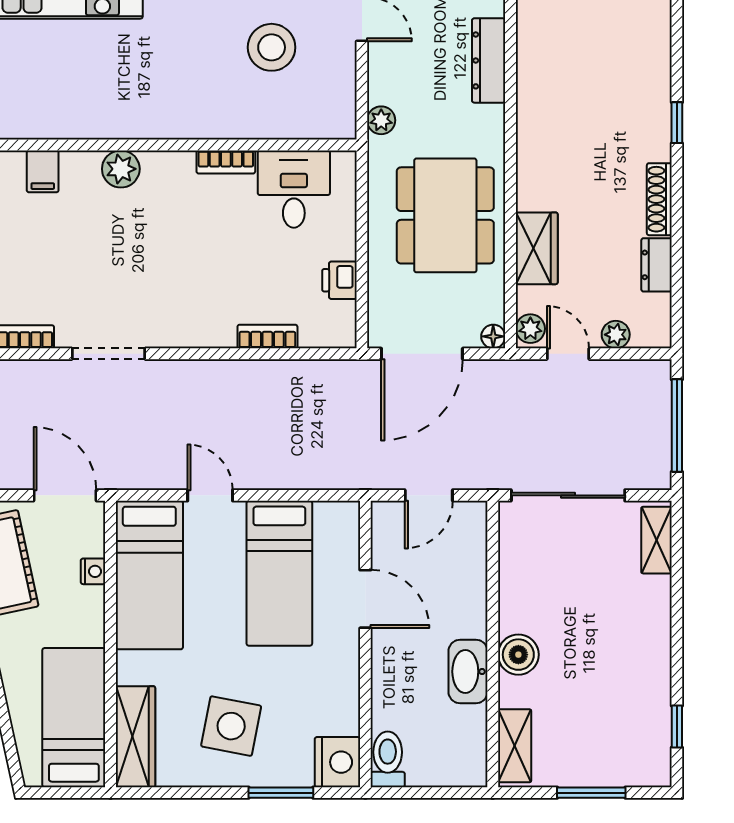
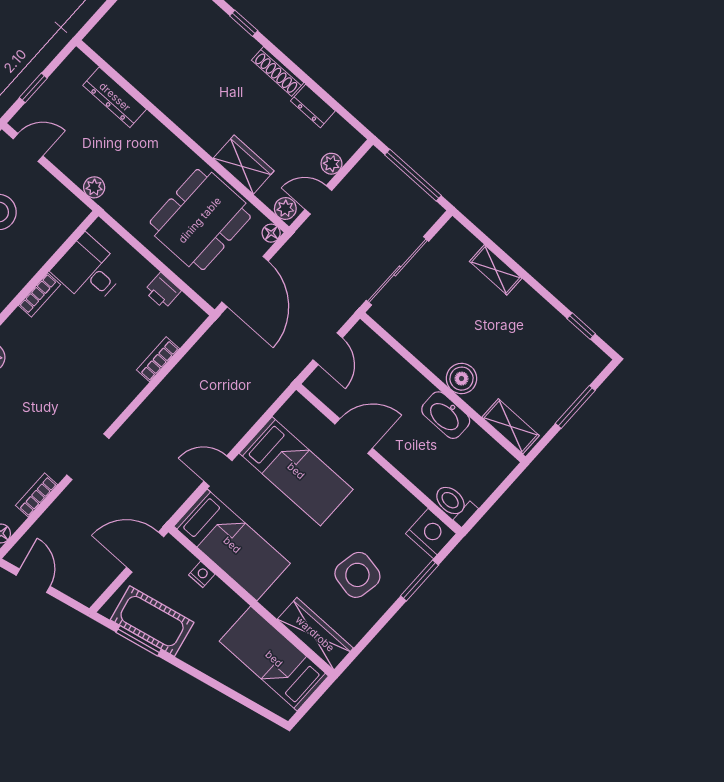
dining table: (445, 215) -> (200, 220), moved, turned 90
shelving: (656, 540) -> (496, 270), moved

